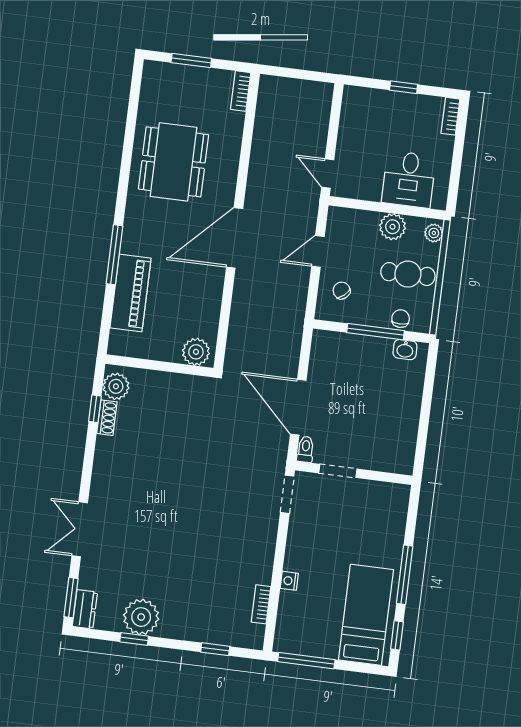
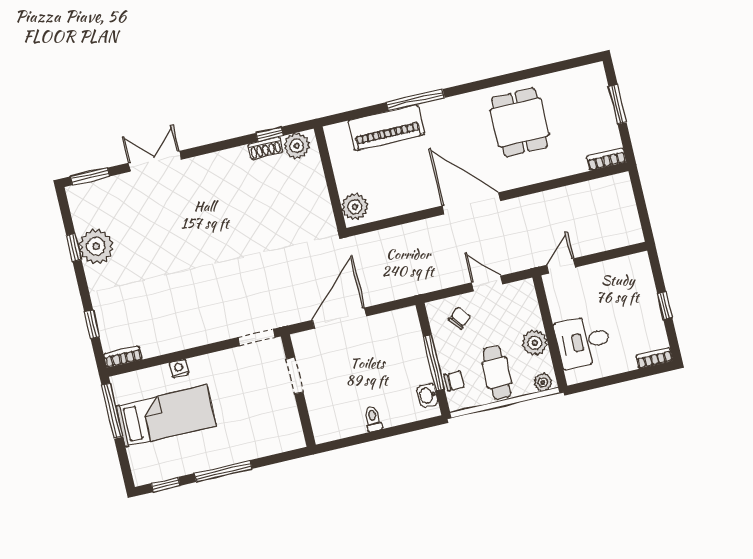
dining table: (174, 162) -> (520, 122), width x0.73
toilet: (306, 449) -> (373, 419), moved, turned -90
bookcase: (261, 604) -> (123, 357), moved
dresser: (85, 609) -> (84, 193), removed
bed: (366, 615) -> (166, 416), moved

